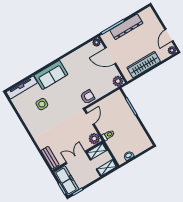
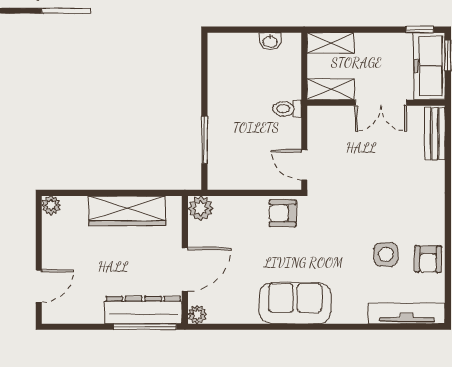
dresser: (126, 27) -> (143, 310), moved
door: (169, 35) -> (39, 286), moved
door: (110, 56) -> (185, 270), hinge flipped
sofa: (51, 75) -> (295, 303), moved
armchair: (26, 111) -> (428, 259), added
door: (90, 119) -> (304, 165), hinge flipped
plant: (94, 139) -> (320, 119), removed

